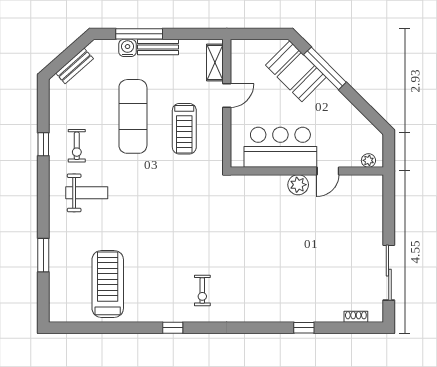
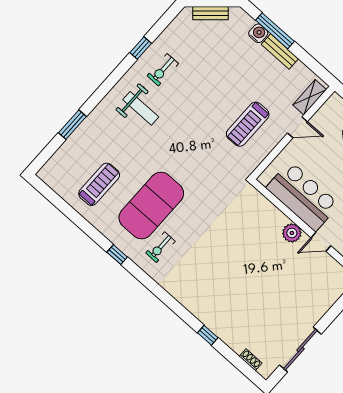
exercise mat: (133, 116) -> (151, 206), moved, width x1.47
treadmill: (108, 284) -> (99, 184), width x0.73, depth x0.73

